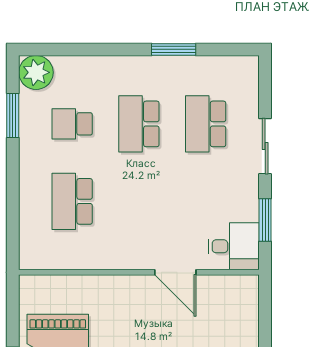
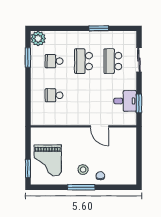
sliding door: (265, 146) -> (139, 60), moved
school desk: (72, 201) -> (54, 95), width x0.54
desk: (234, 246) -> (125, 101), moved

